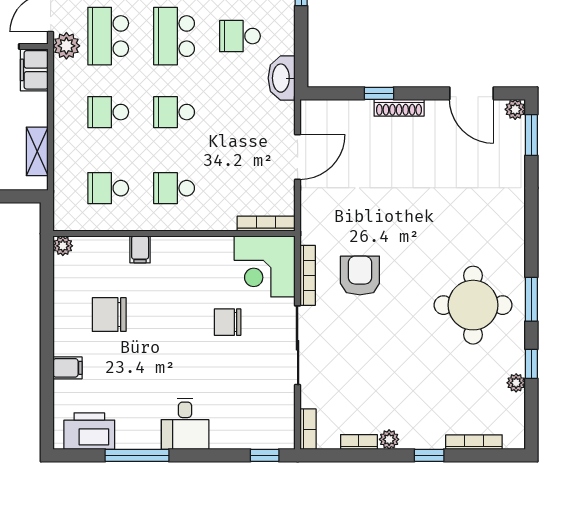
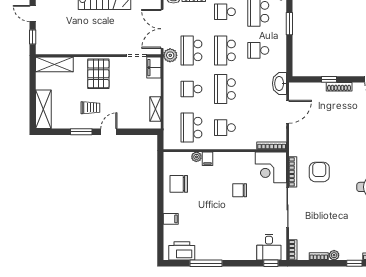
washbasin: (282, 78) -> (279, 83), moved
school desk: (174, 112) -> (225, 89), width x1.85
school desk: (108, 188) -> (191, 128), width x1.85
plant: (63, 246) -> (196, 157), moved
chair: (109, 315) -> (179, 184), moved
chair: (228, 322) -> (240, 190), moved
desk: (185, 424) -> (269, 247), moved

